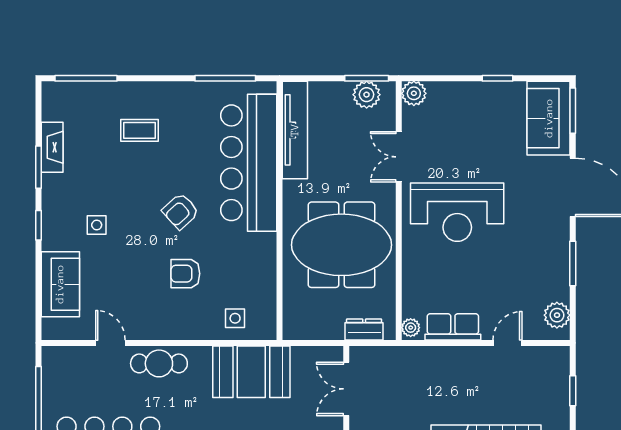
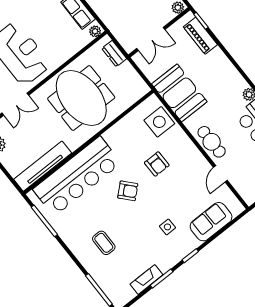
side table: (235, 318) -> (159, 122), width x1.87, depth x1.87

